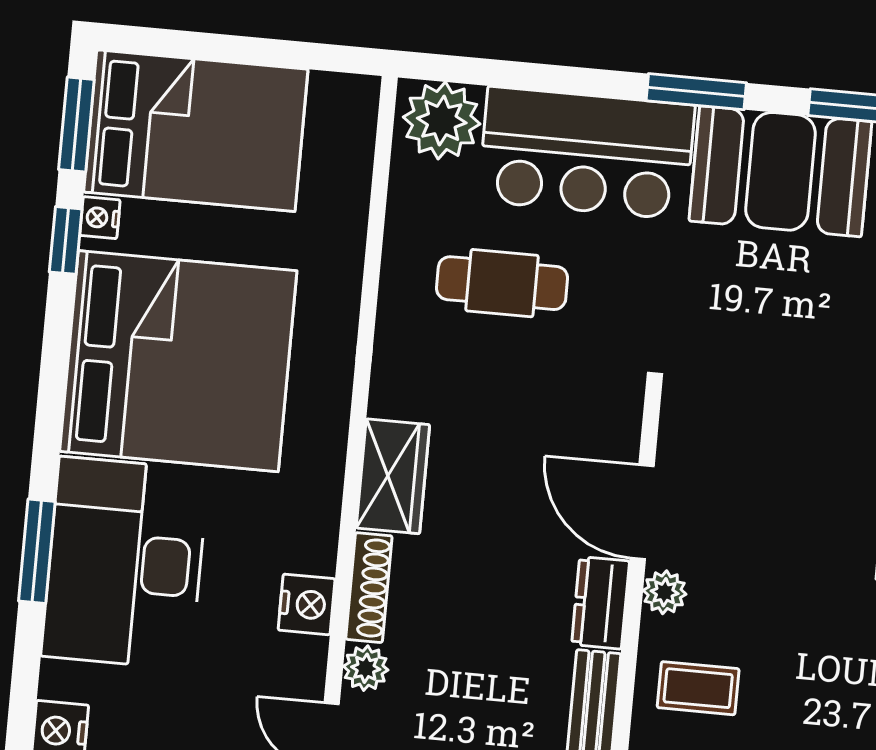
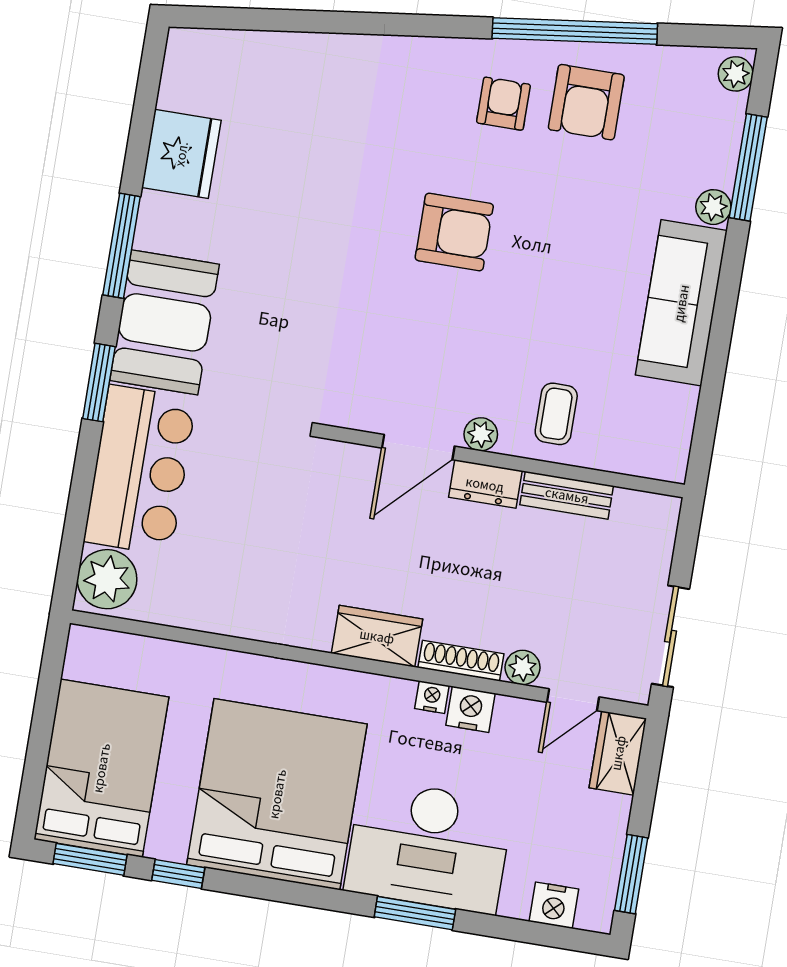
nightstand: (100, 218) -> (432, 697), moved, turned 180
cafe table: (502, 283) -> (235, 542), removed

